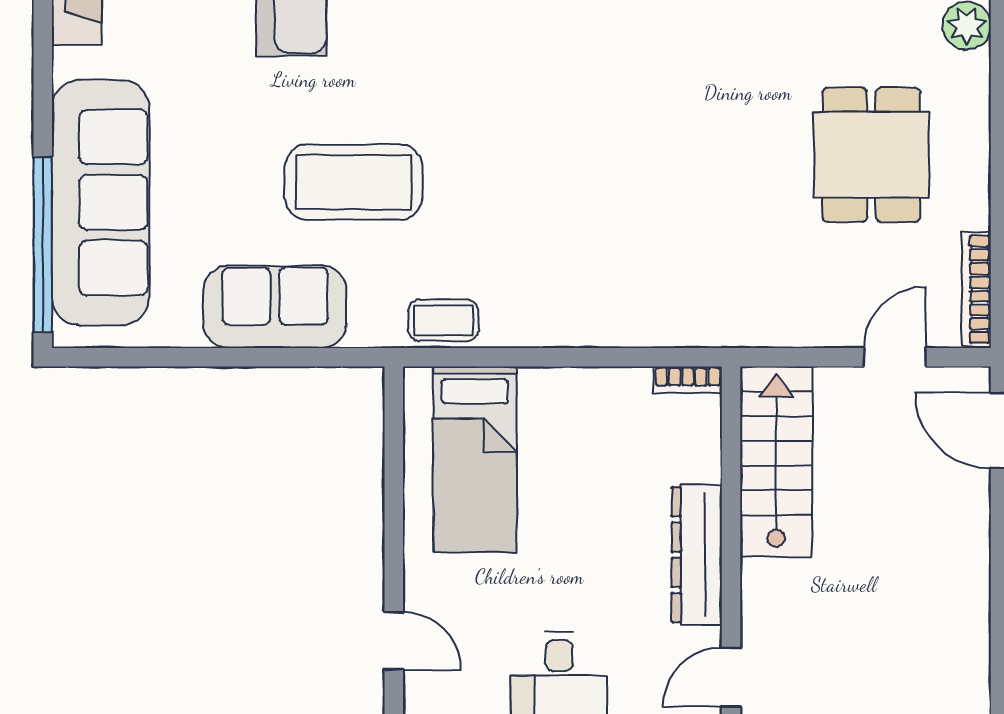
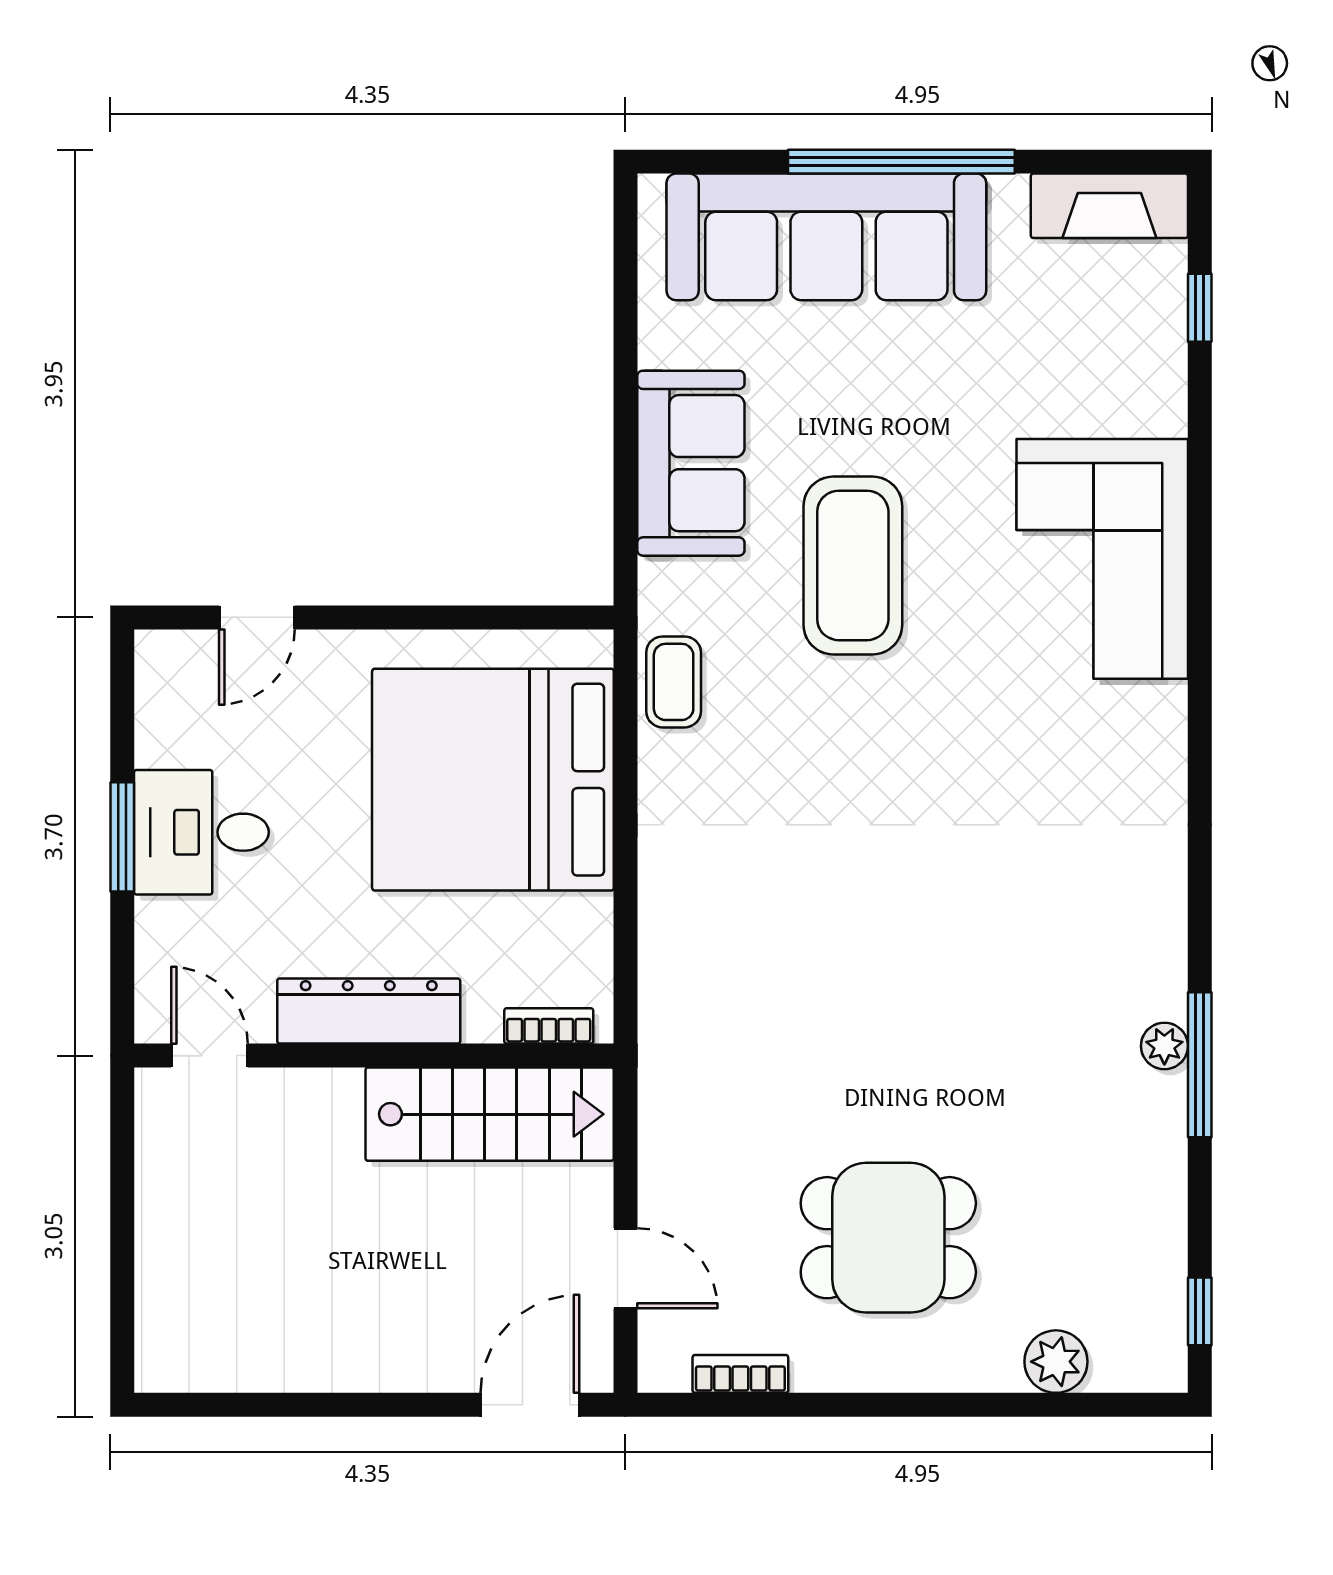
window: (43, 245) -> (901, 162), moved
bookcase: (976, 289) -> (740, 1374), width x0.64
bookcase: (688, 380) -> (549, 1026), moved, turned 90
bed: (475, 459) -> (493, 780), width x2.04

